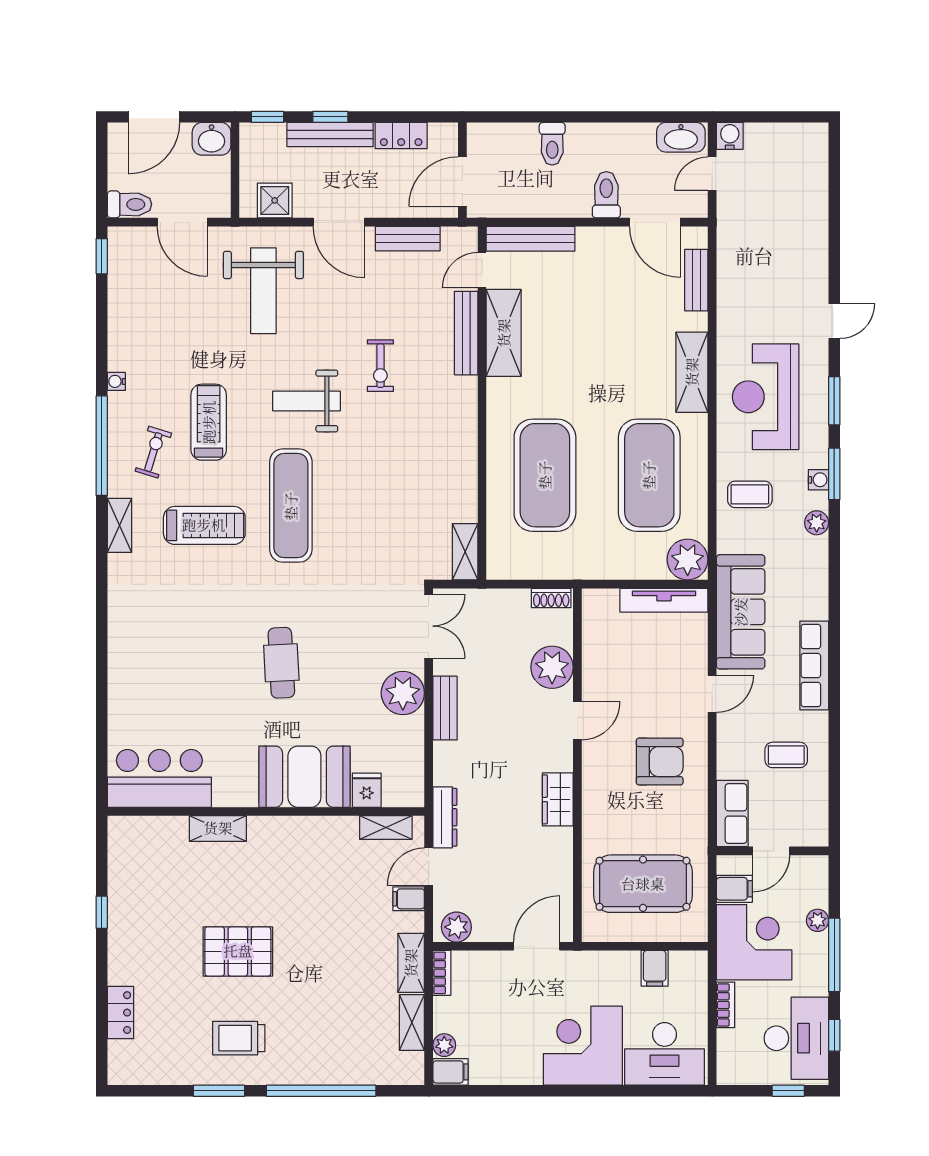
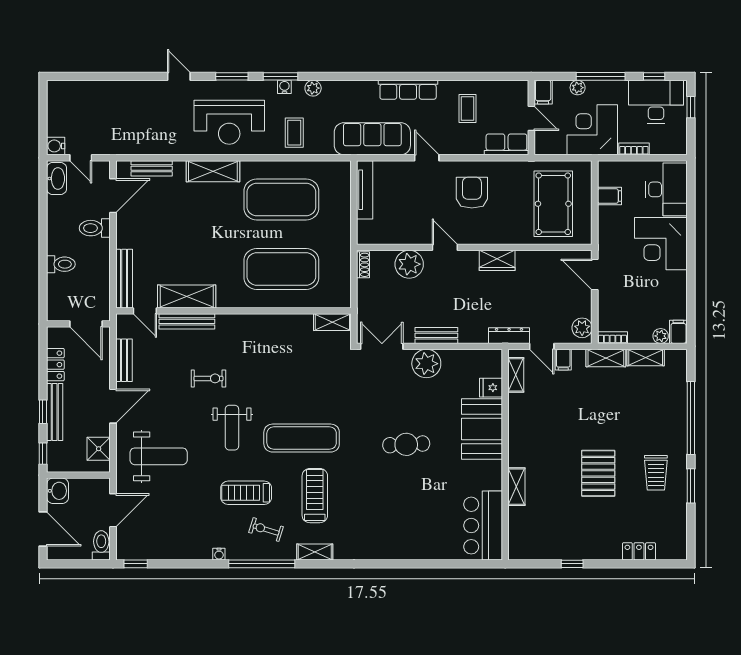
plant: (688, 560) -> (338, 174), removed
filing cabinet: (734, 889) -> (543, 92), moved, turned 180

